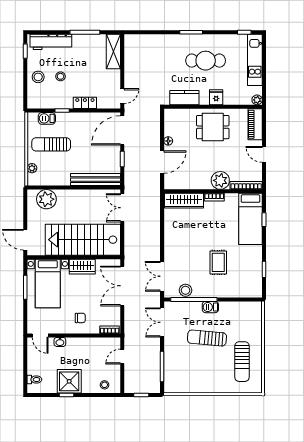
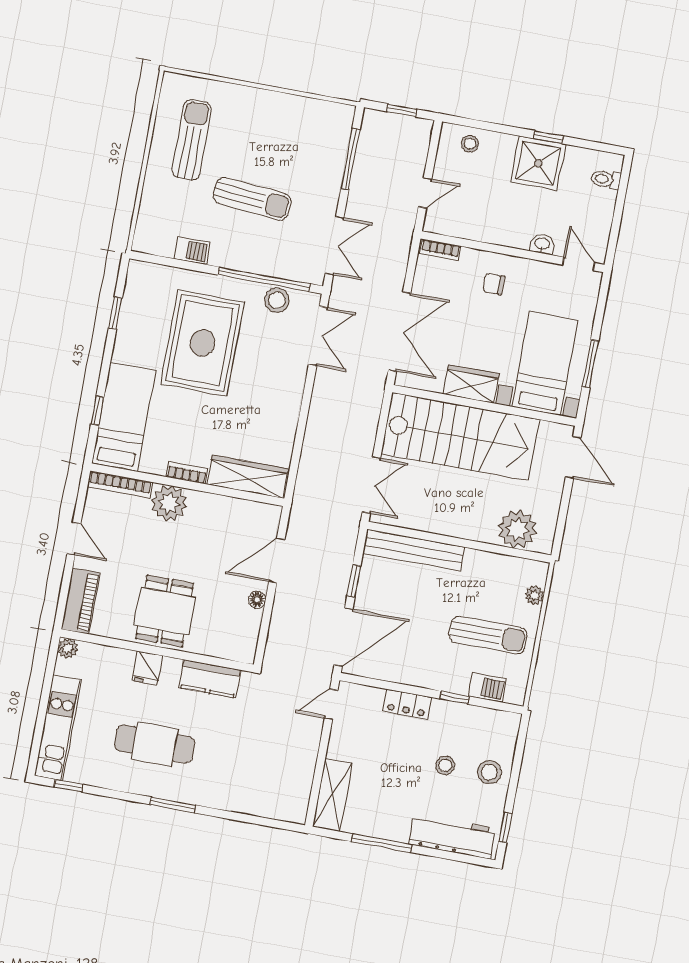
dining table: (213, 127) -> (165, 611), turned 90
rug: (218, 262) -> (203, 343), width x1.86, depth x2.06
barbecue: (210, 307) -> (192, 251), moved

